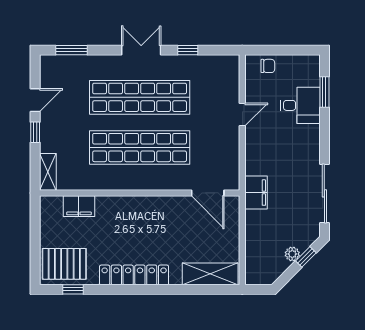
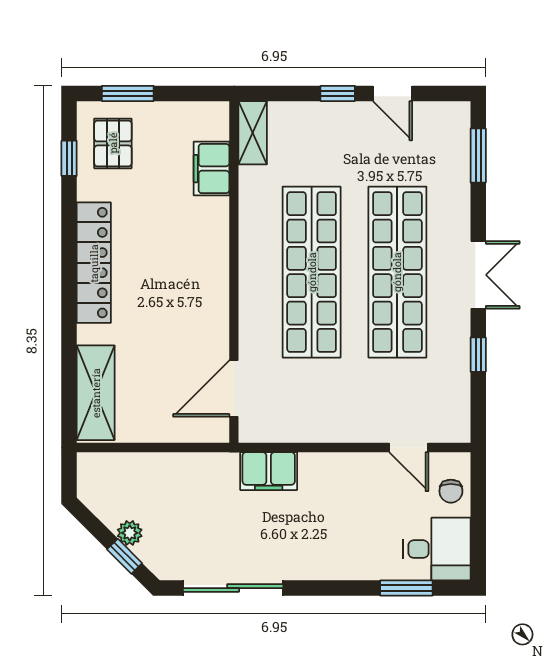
desk: (300, 105) -> (437, 549), moved, turned -90
door: (242, 115) -> (409, 448), moved
shelving: (48, 172) -> (253, 133), moved, turned 90
filing cabinet: (256, 193) -> (269, 471), moved
window: (35, 255) -> (128, 93), added
pallet: (64, 264) -> (113, 143), width x0.67, depth x0.71

